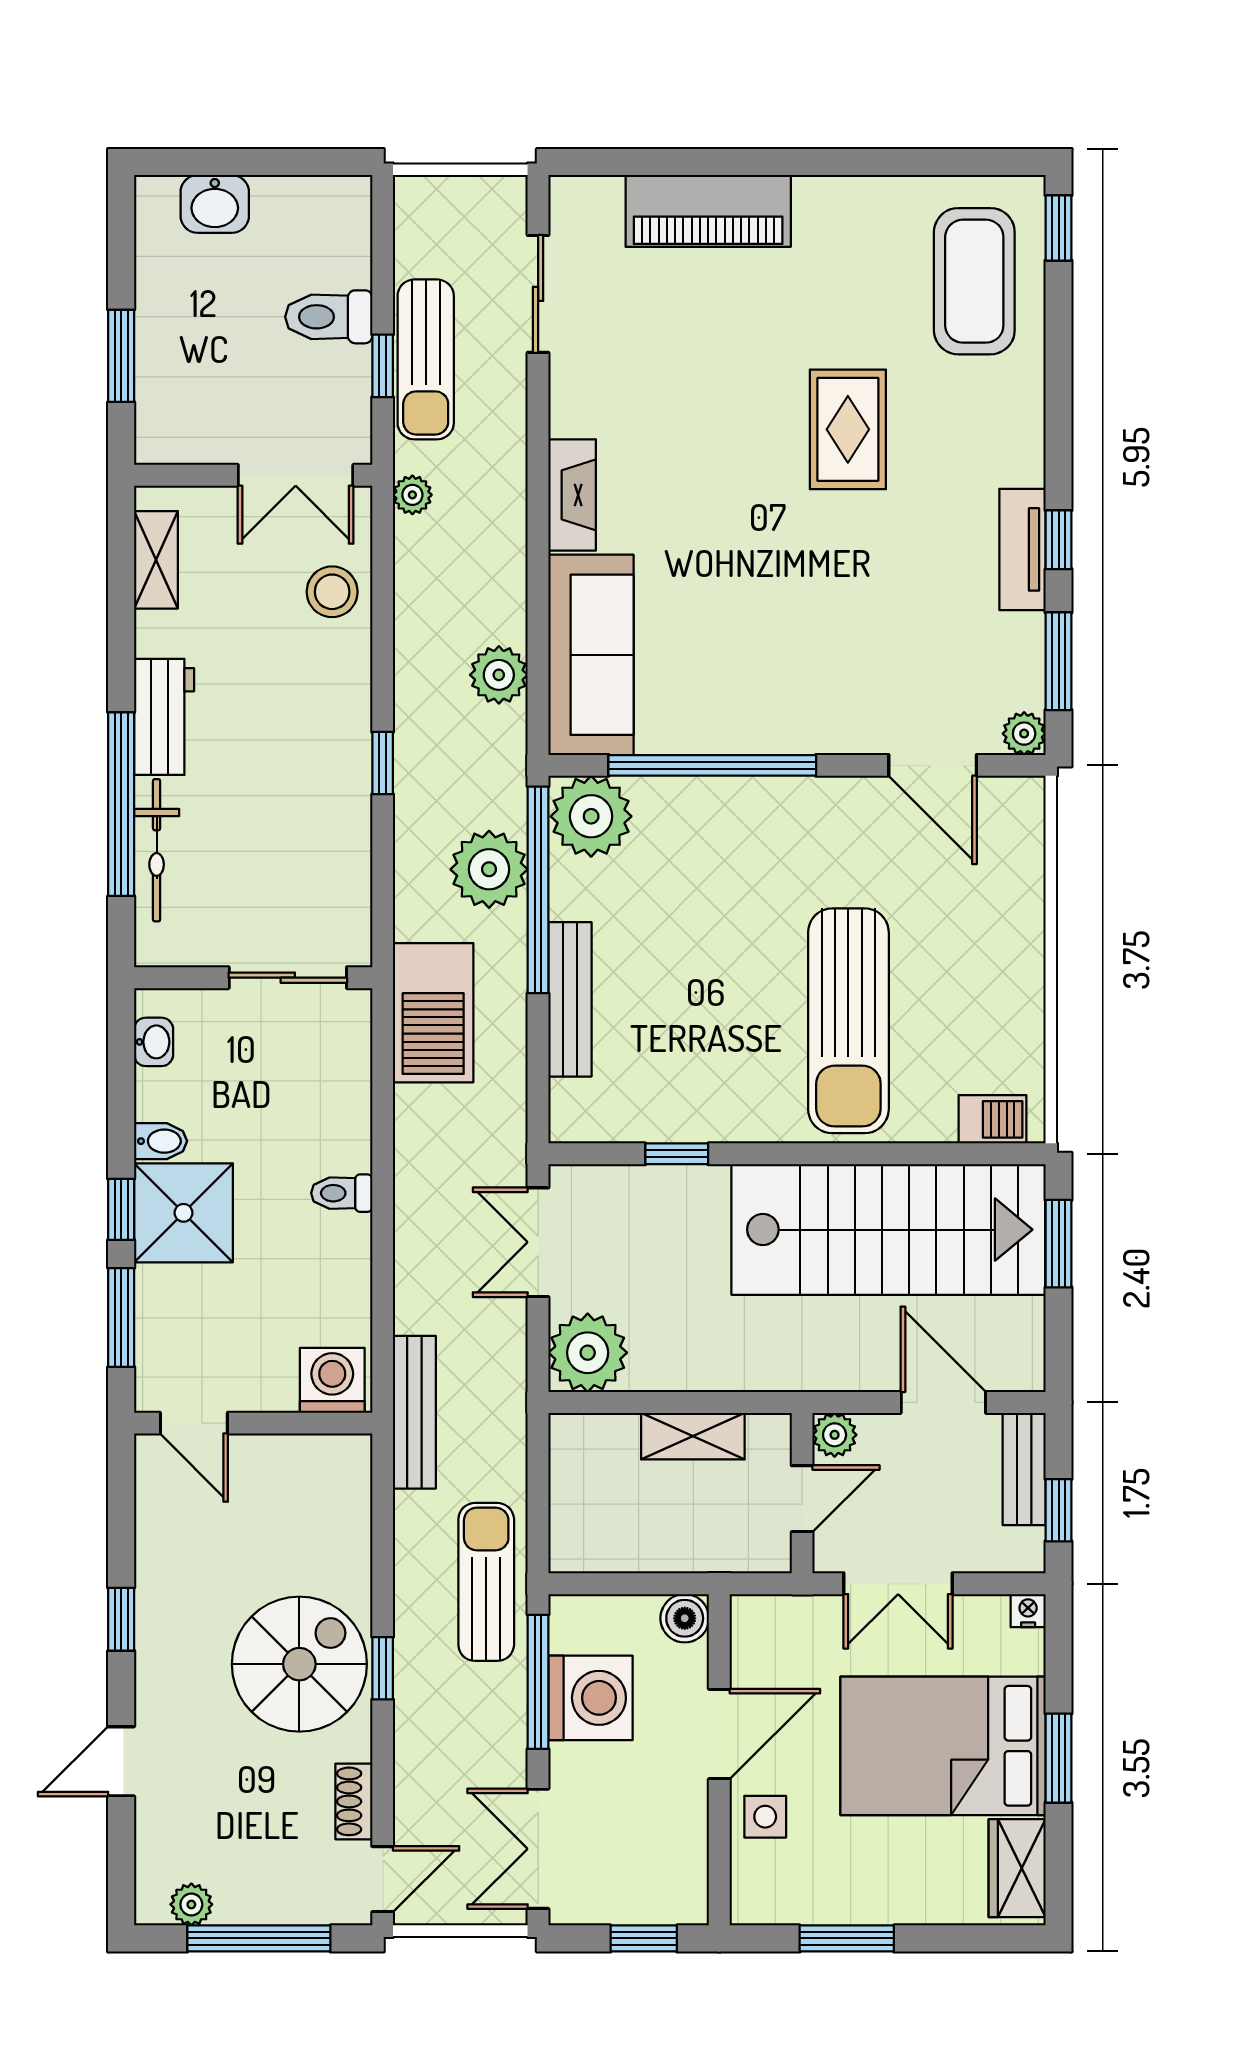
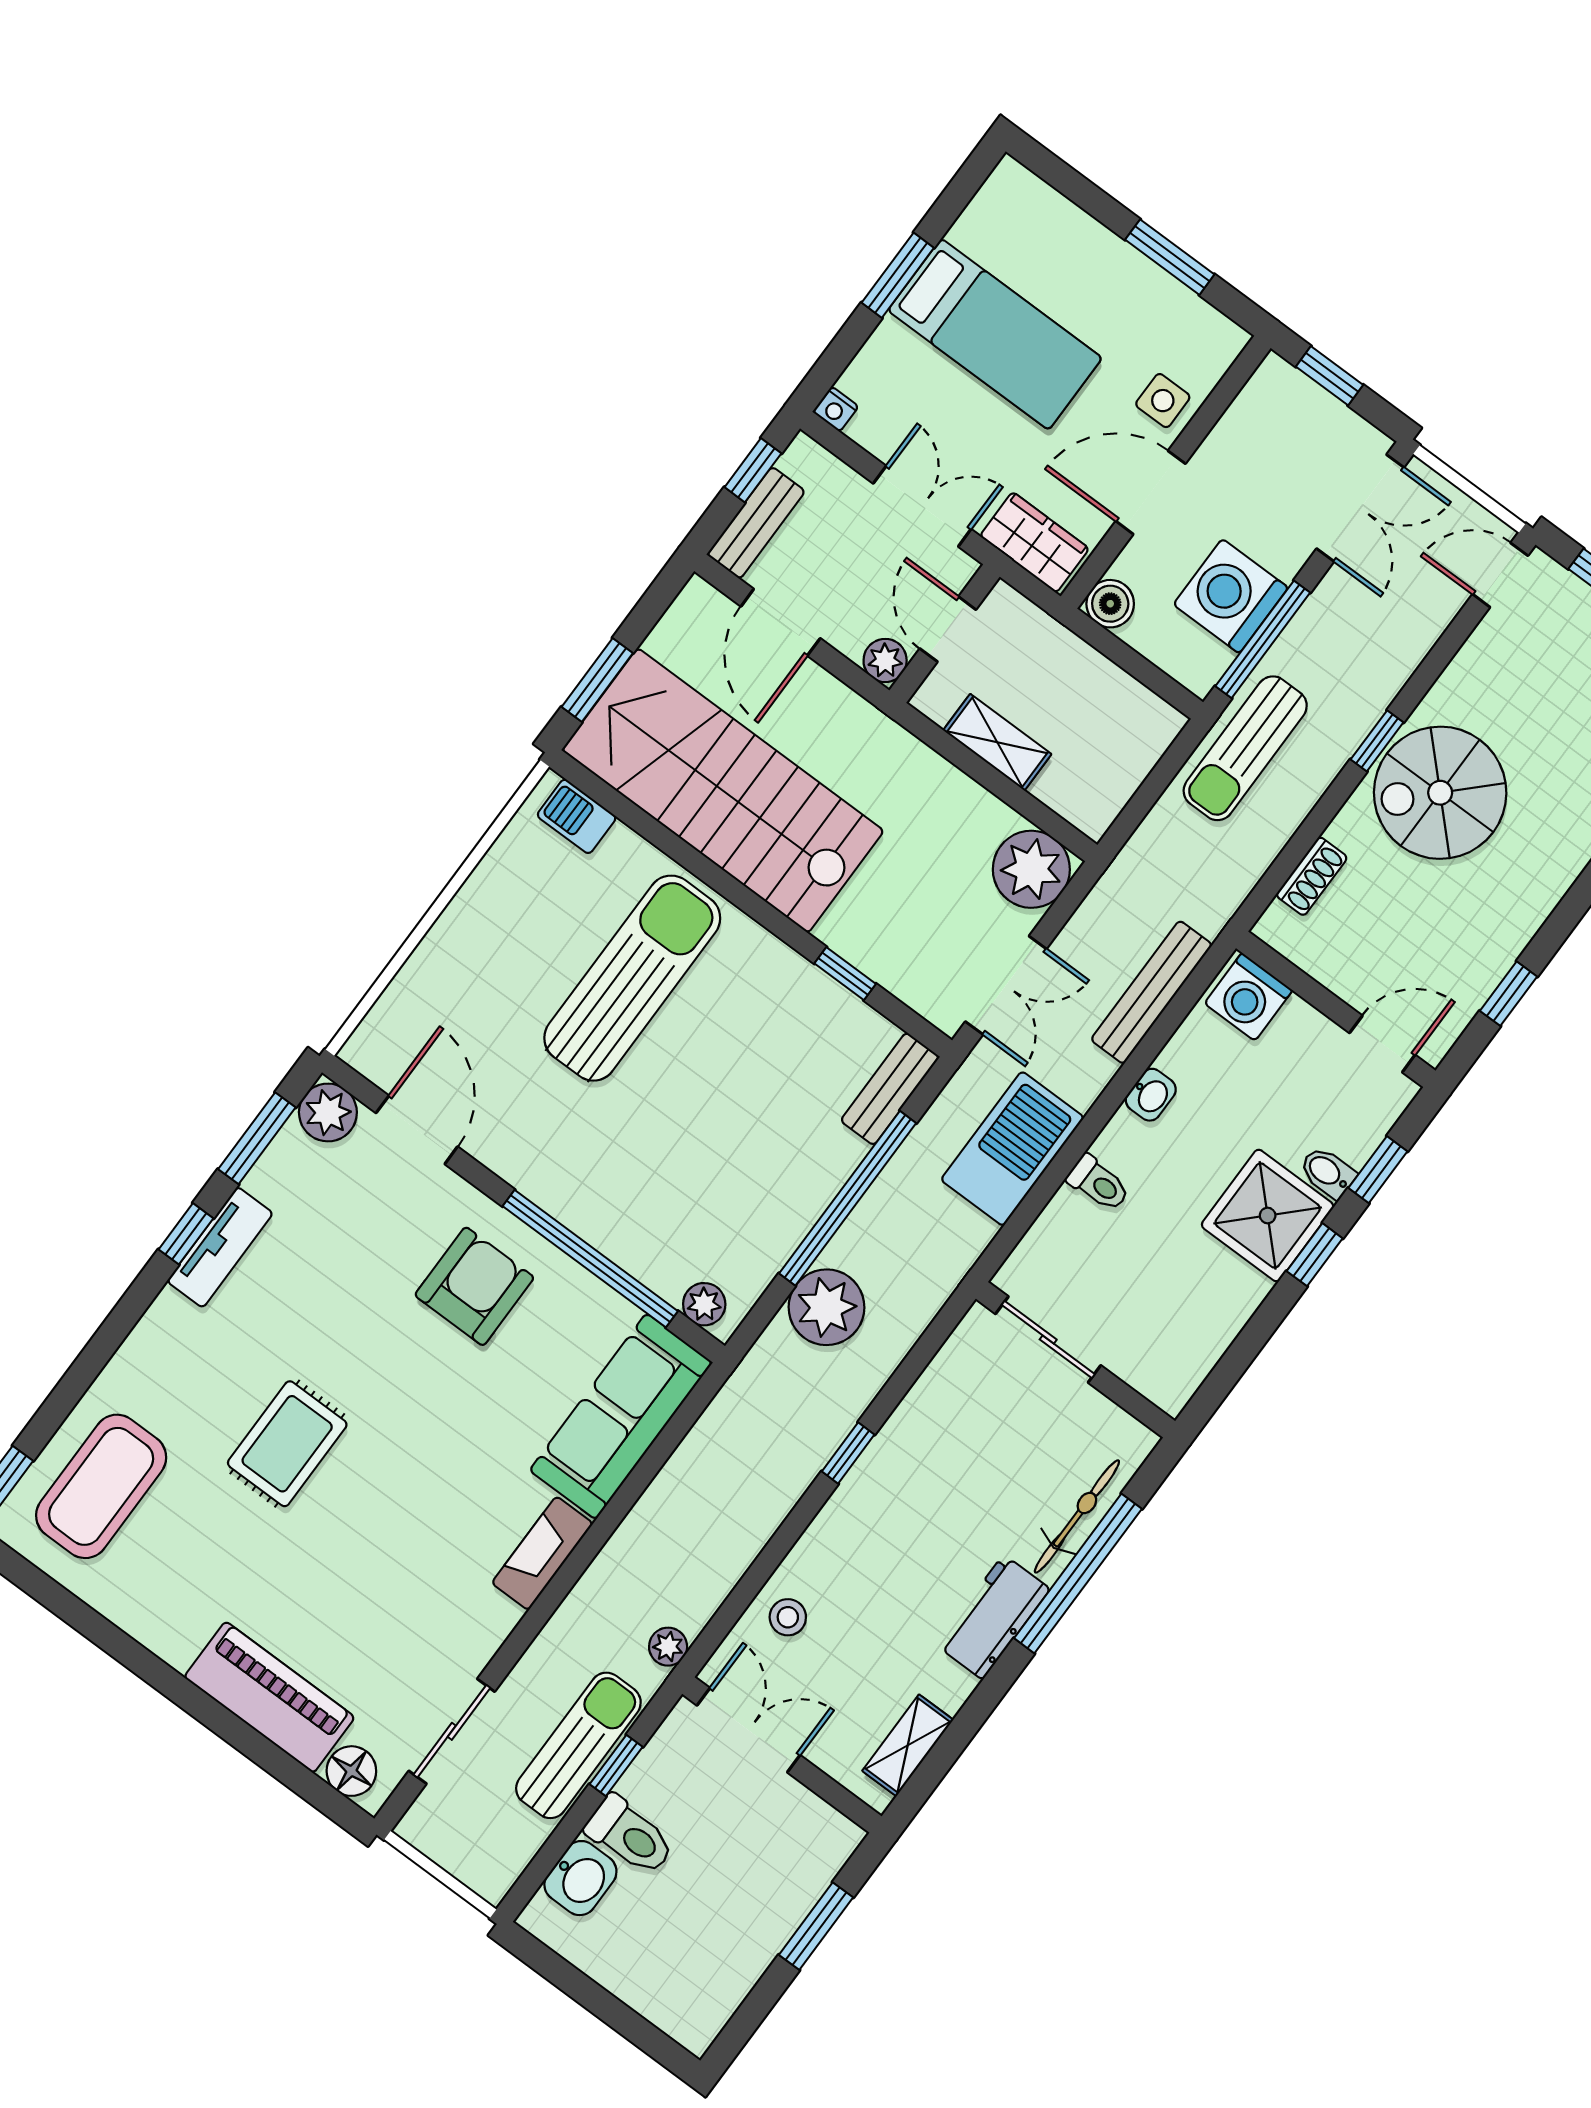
floor lamp: (596, 200) -> (351, 1771), added
washbasin: (215, 204) -> (580, 1878), moved, turned 90
stool: (332, 592) -> (788, 1617), width x0.73, depth x0.73
armchair: (790, 672) -> (474, 1286), added
plant: (499, 675) -> (705, 1454), removed
plant: (1024, 734) -> (328, 1112), width x1.38, depth x1.38
plant: (591, 816) -> (704, 1304), width x0.53, depth x0.53
window: (538, 890) -> (848, 1198), moved
bench: (570, 999) -> (890, 1089), moved, width x0.73
barbecue: (433, 1013) -> (1012, 1149), moved
washbasin: (154, 1042) -> (1151, 1095), moved, turned 180
bidet: (161, 1141) -> (1328, 1172), moved
toilet: (342, 1193) -> (1098, 1183), moved
window: (121, 1317) -> (1378, 1170), width x0.67
bench: (414, 1412) -> (1152, 992), moved
door: (194, 1423) -> (1382, 1044), hinge flipped
door: (802, 1499) -> (948, 629), hinge flipped
window: (121, 1619) -> (1508, 994), moved
bed: (943, 1746) -> (995, 334), width x0.67
shoe rack: (354, 1801) -> (1312, 876), moved
wardrobe: (1017, 1868) -> (1034, 542), moved, turned -90

